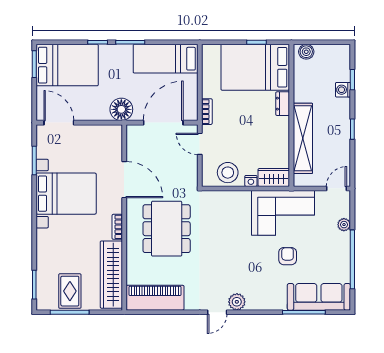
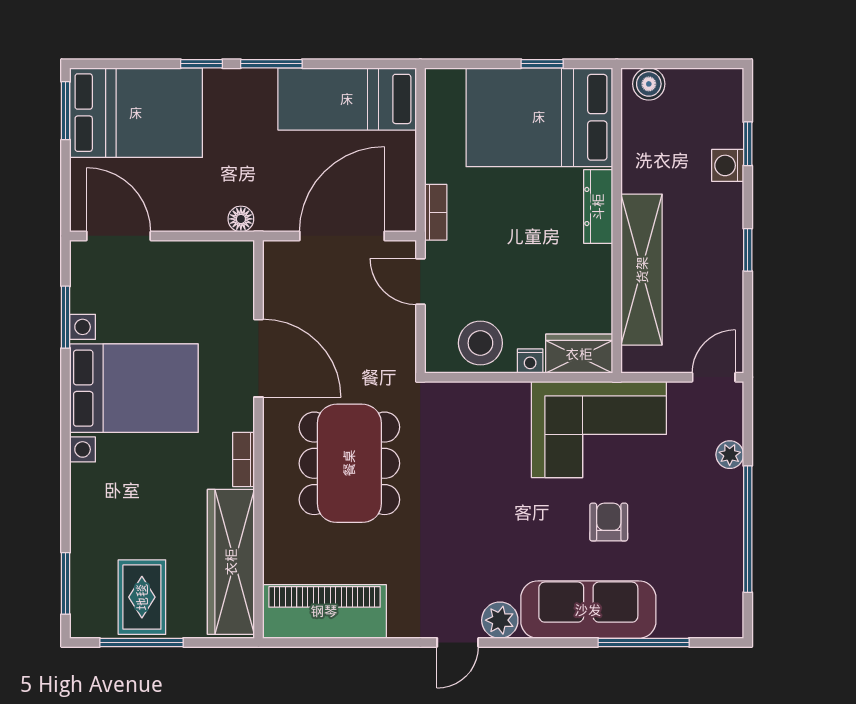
dresser: (283, 104) -> (598, 207), width x1.44
floor lamp: (121, 109) -> (241, 219), width x0.53, depth x0.53
sofa: (319, 297) -> (588, 610), moved

